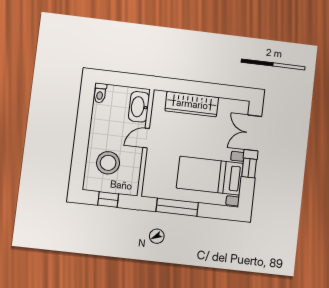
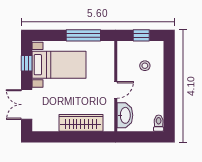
double door: (253, 133) -> (27, 105), swing flipped
stool: (108, 163) -> (145, 66), width x0.53, depth x0.53
window: (249, 168) -> (27, 63), moved

